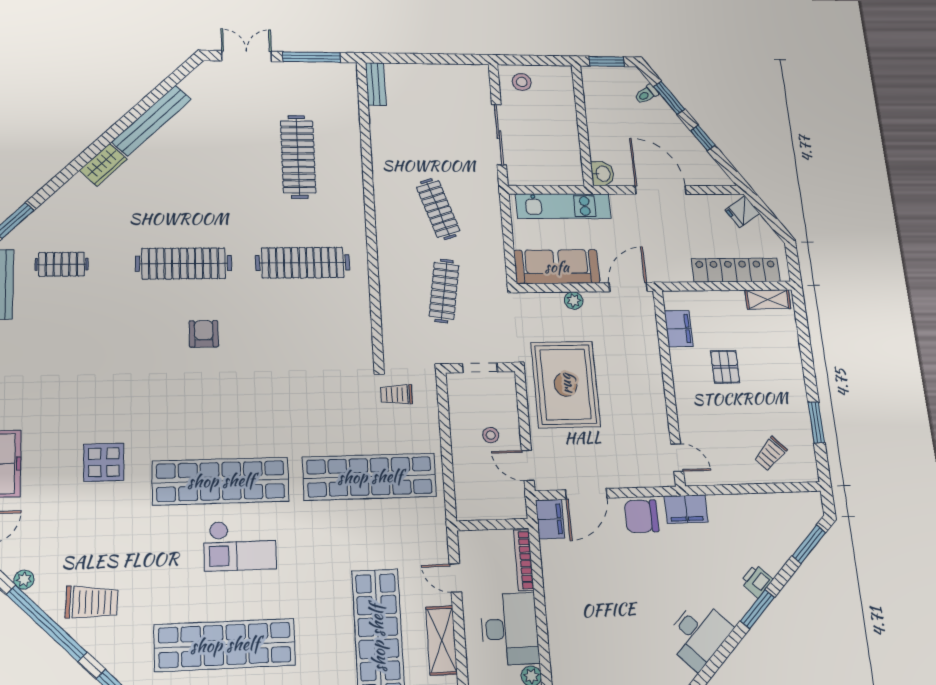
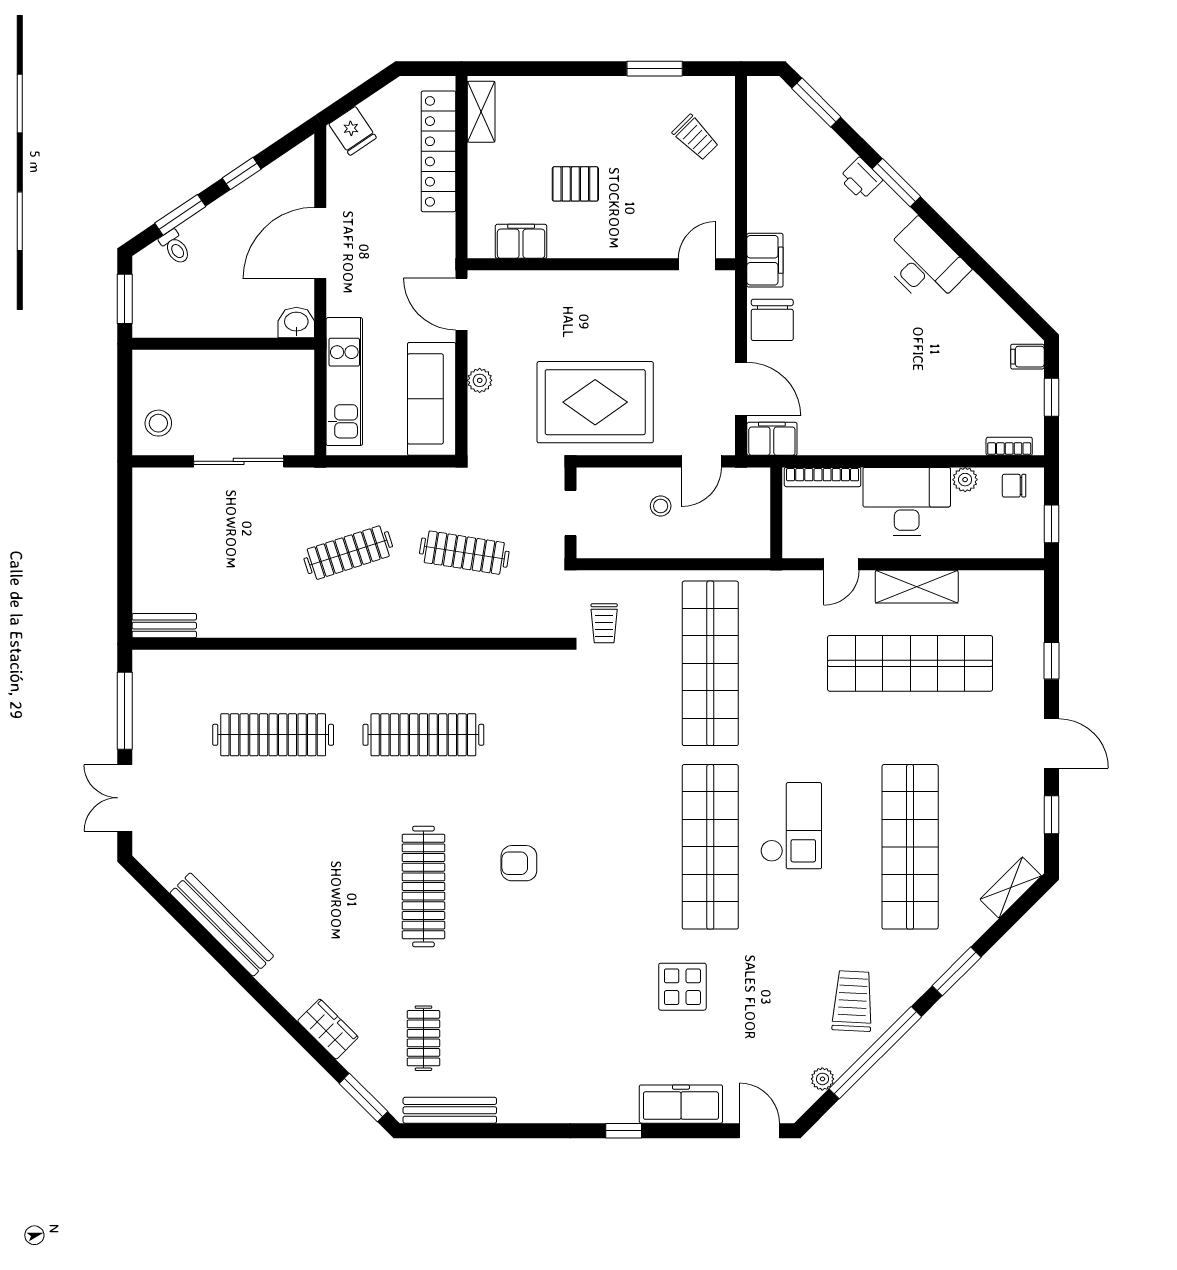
wardrobe: (103, 165) -> (328, 1029), moved
clothes rail: (303, 263) -> (423, 735), turned 90

